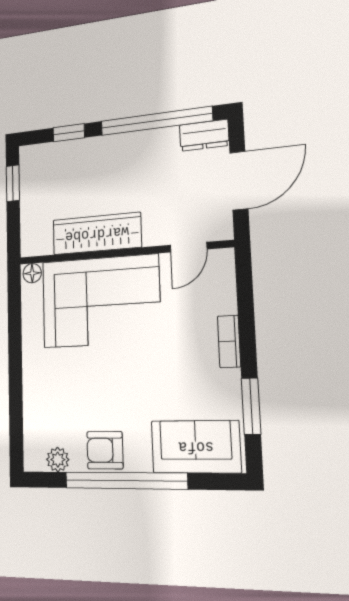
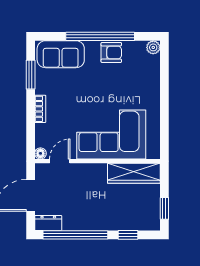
wardrobe: (97, 234) -> (134, 173), moved
floor lamp: (32, 273) -> (40, 153), moved
plant: (58, 460) -> (153, 47), moved

